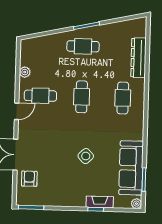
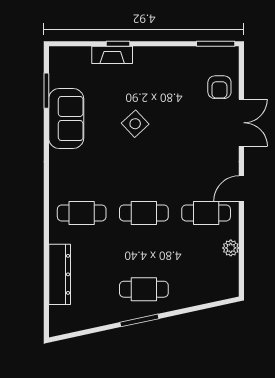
cafe table: (82, 97) -> (144, 213), turned 90
cafe table: (123, 98) -> (82, 213), turned 90
sofa: (131, 168) -> (66, 118), width x0.73
plant: (136, 204) -> (57, 54), removed

